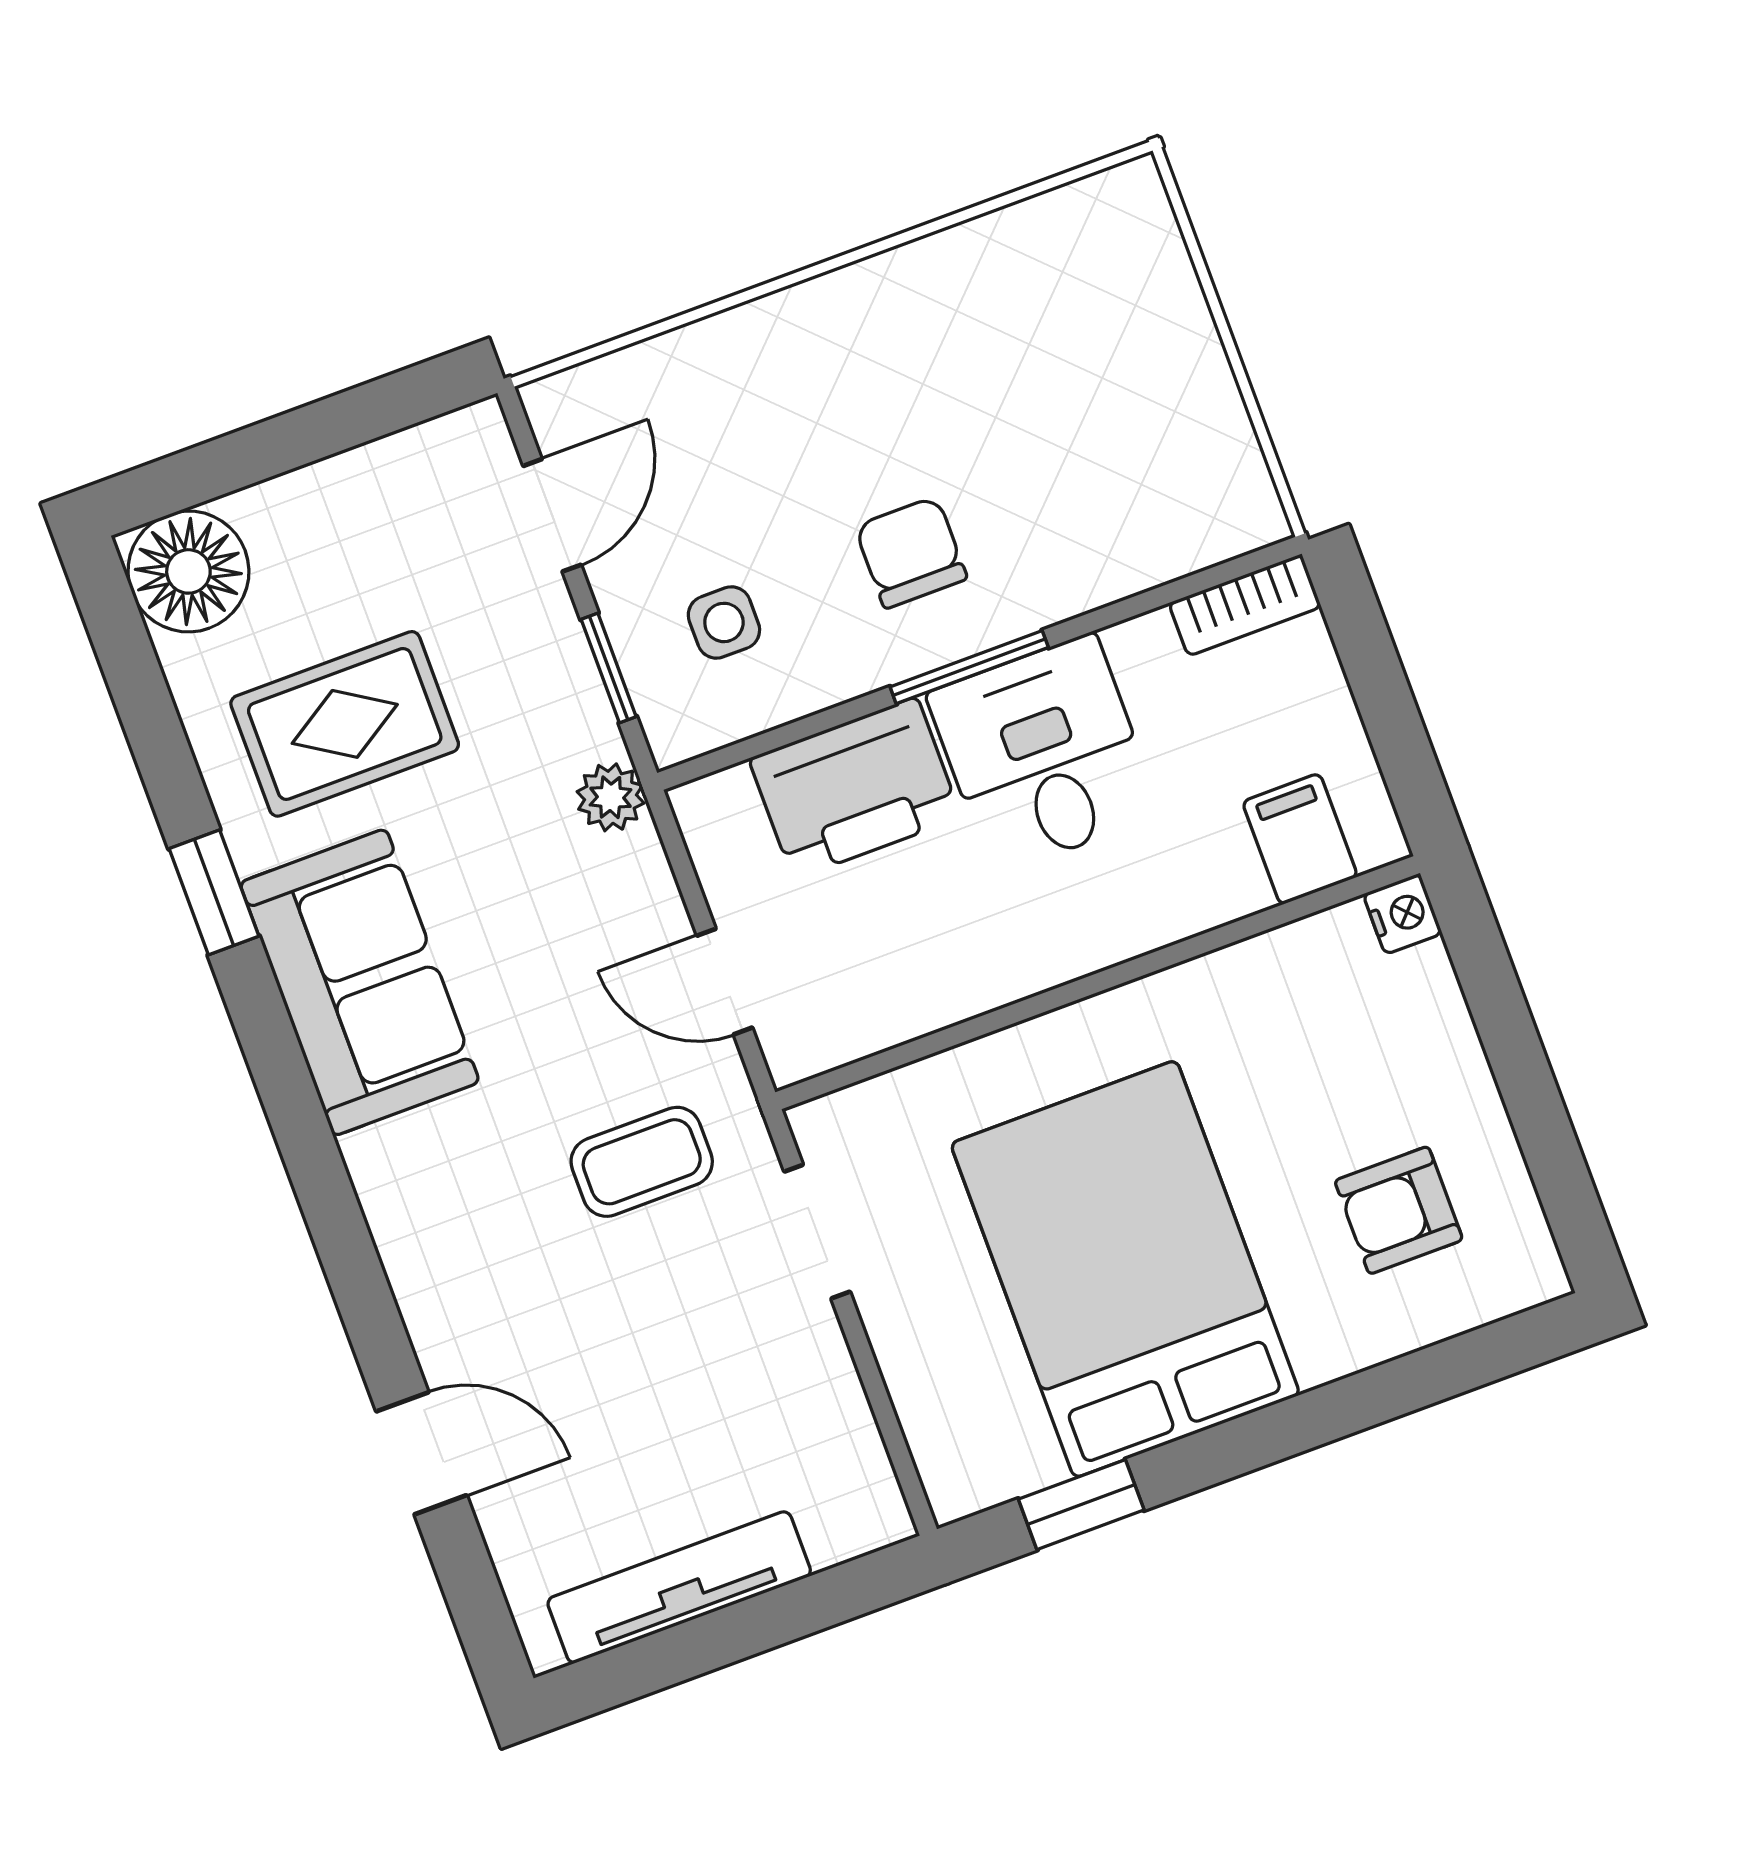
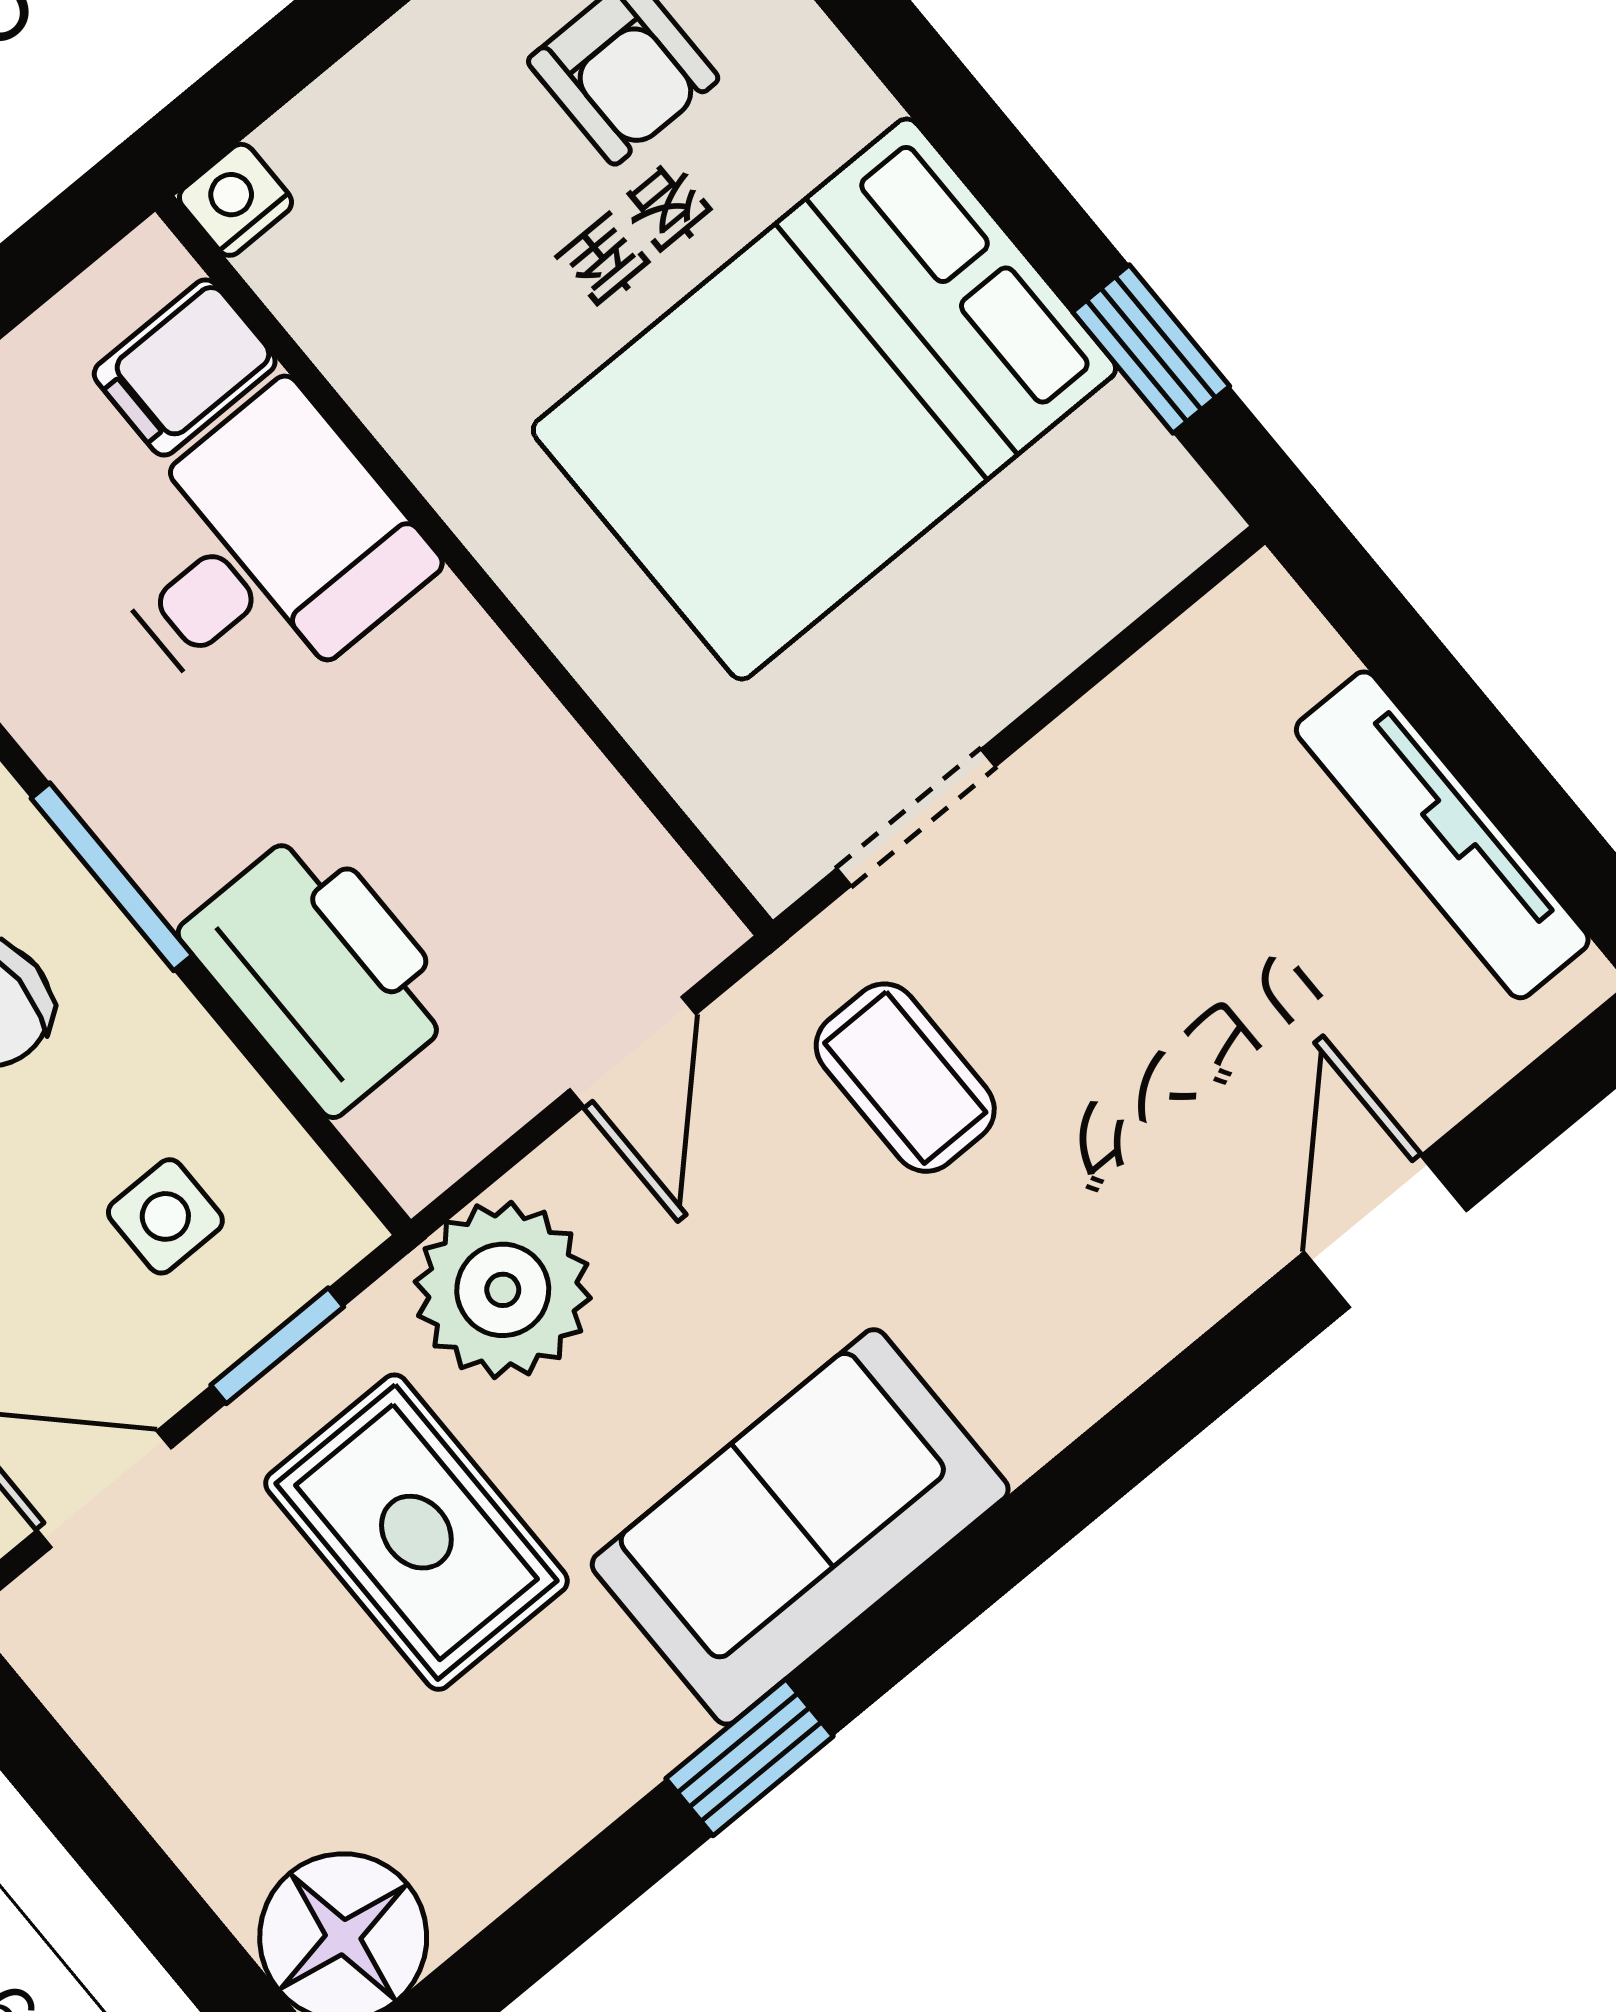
rug: (345, 724) -> (416, 1532), moved
desk: (1044, 754) -> (262, 554), moved, turned 180
plant: (611, 797) -> (503, 1290), width x1.88, depth x1.88

